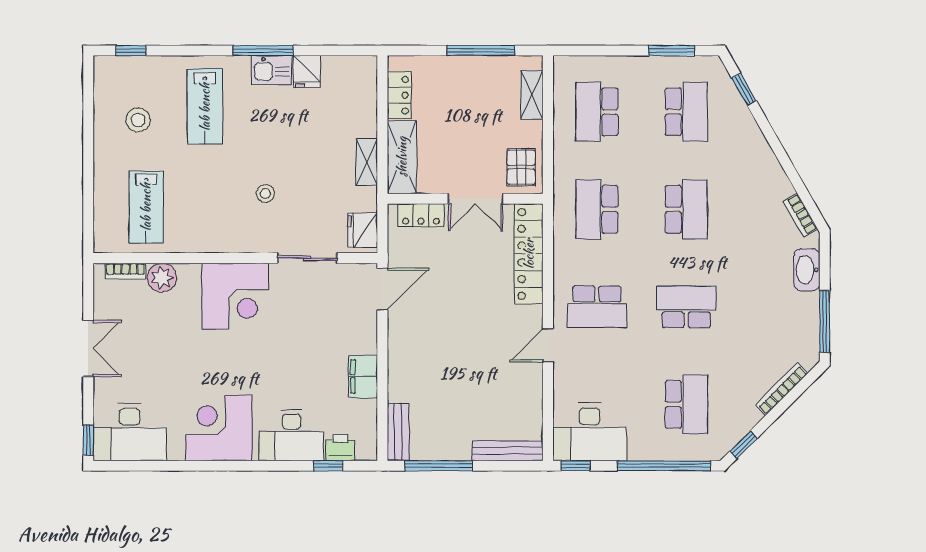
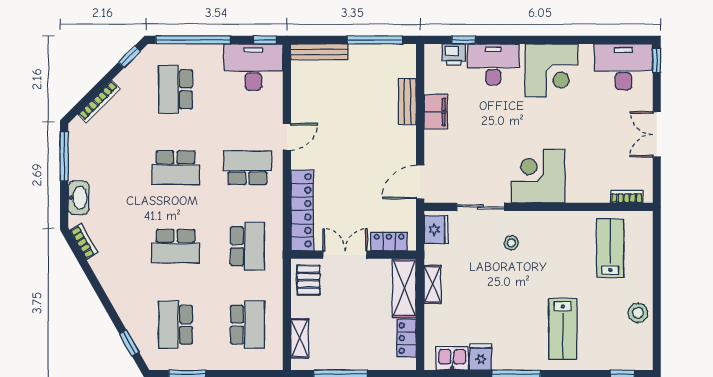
kitchen sink: (271, 70) -> (452, 358), moved
lab bench: (205, 107) -> (563, 329), turned 180
stool: (138, 120) -> (638, 313), moved
stool: (265, 194) -> (511, 243), moved
school desk: (686, 209) -> (175, 246), turned -90
plant: (162, 278) -> (597, 191), removed
bench: (398, 432) -> (407, 101), moved

